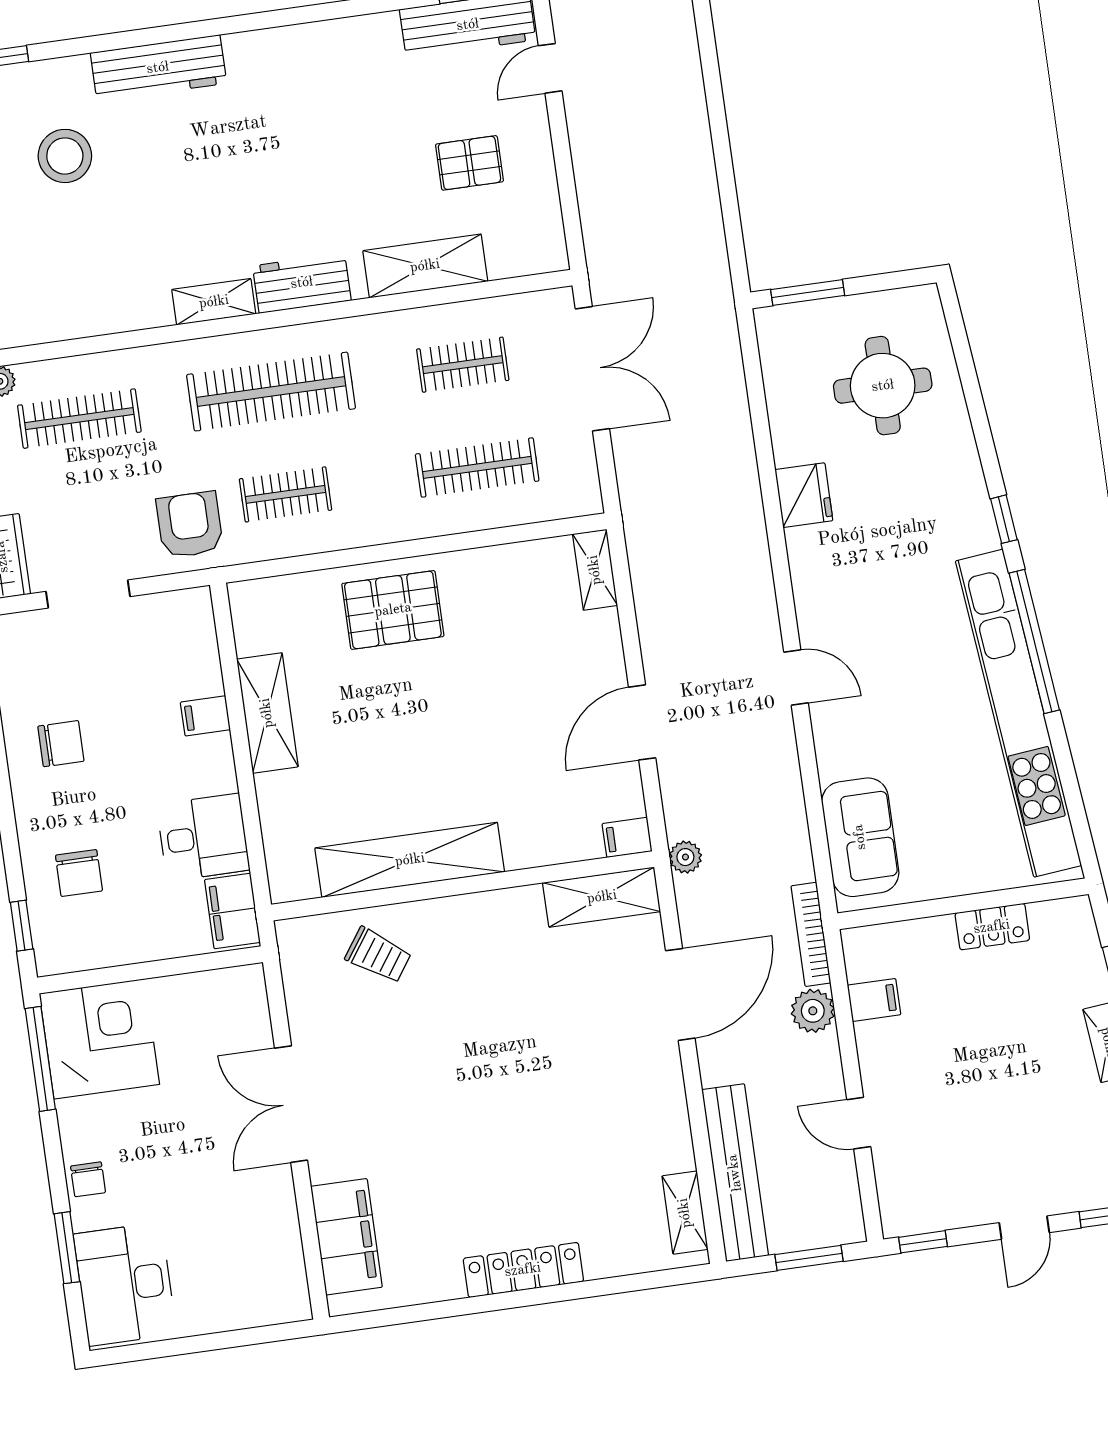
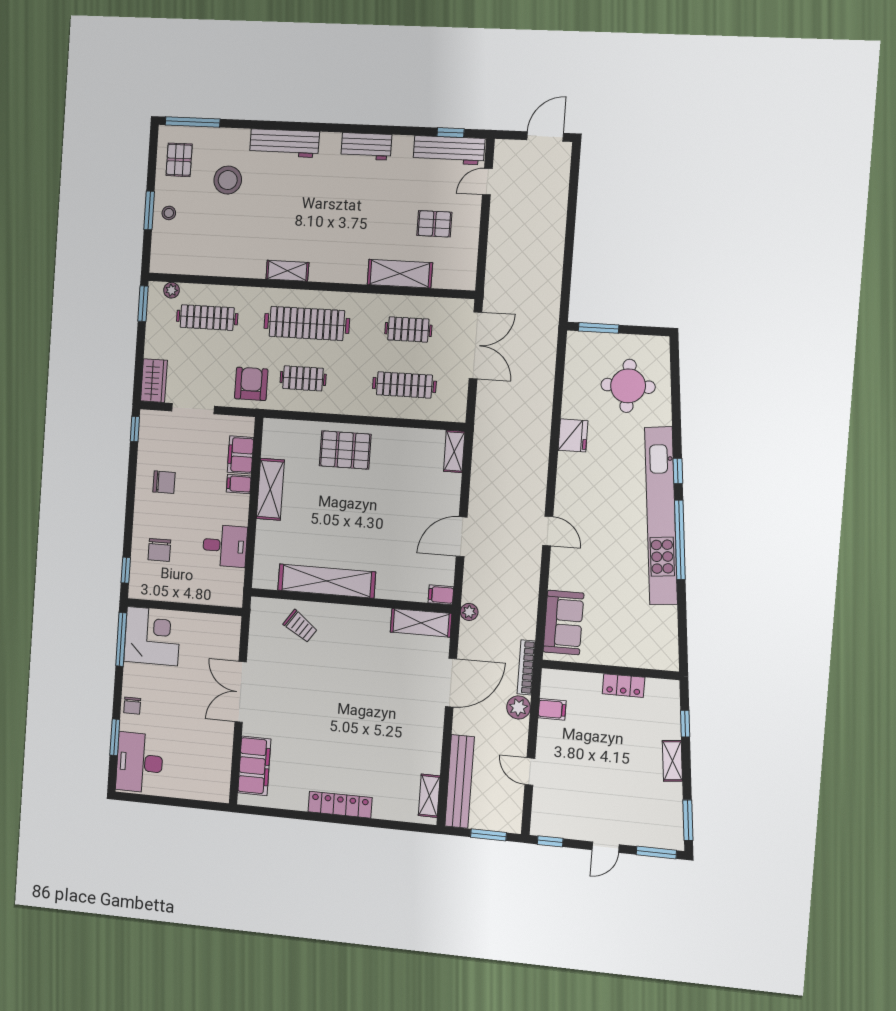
workbench: (302, 283) -> (366, 146), moved, turned 180
kitchen unit: (1018, 713) -> (661, 516), moved
filing cabinet: (232, 911) -> (241, 455), moved

